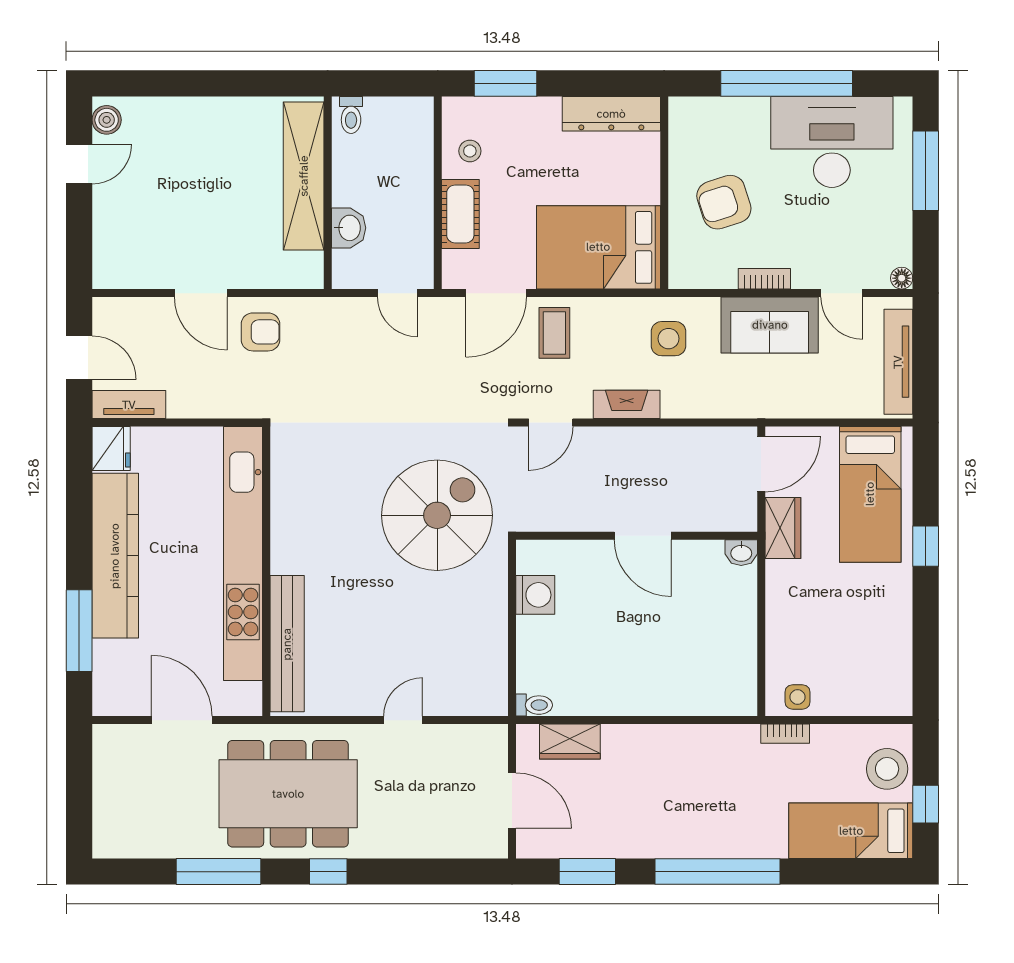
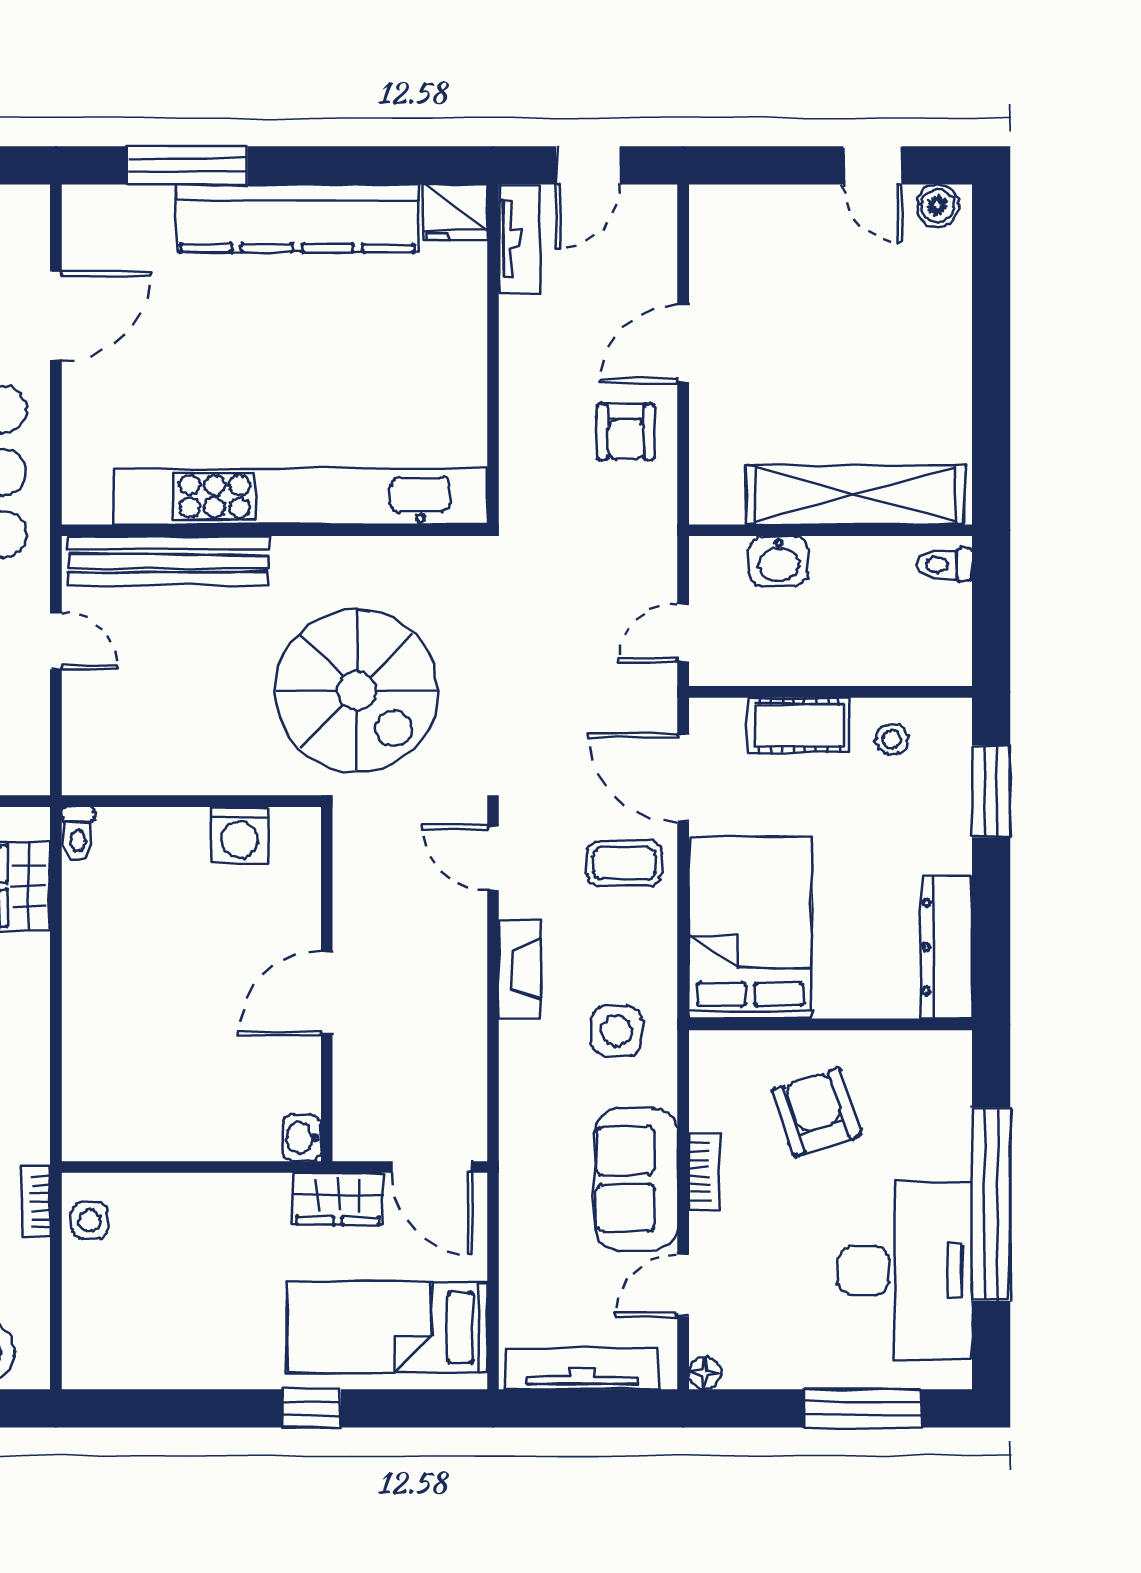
kitchen unit: (243, 553) -> (301, 496), moved
wall: (266, 571) -> (274, 530), moved
bench: (287, 644) -> (168, 561), moved

